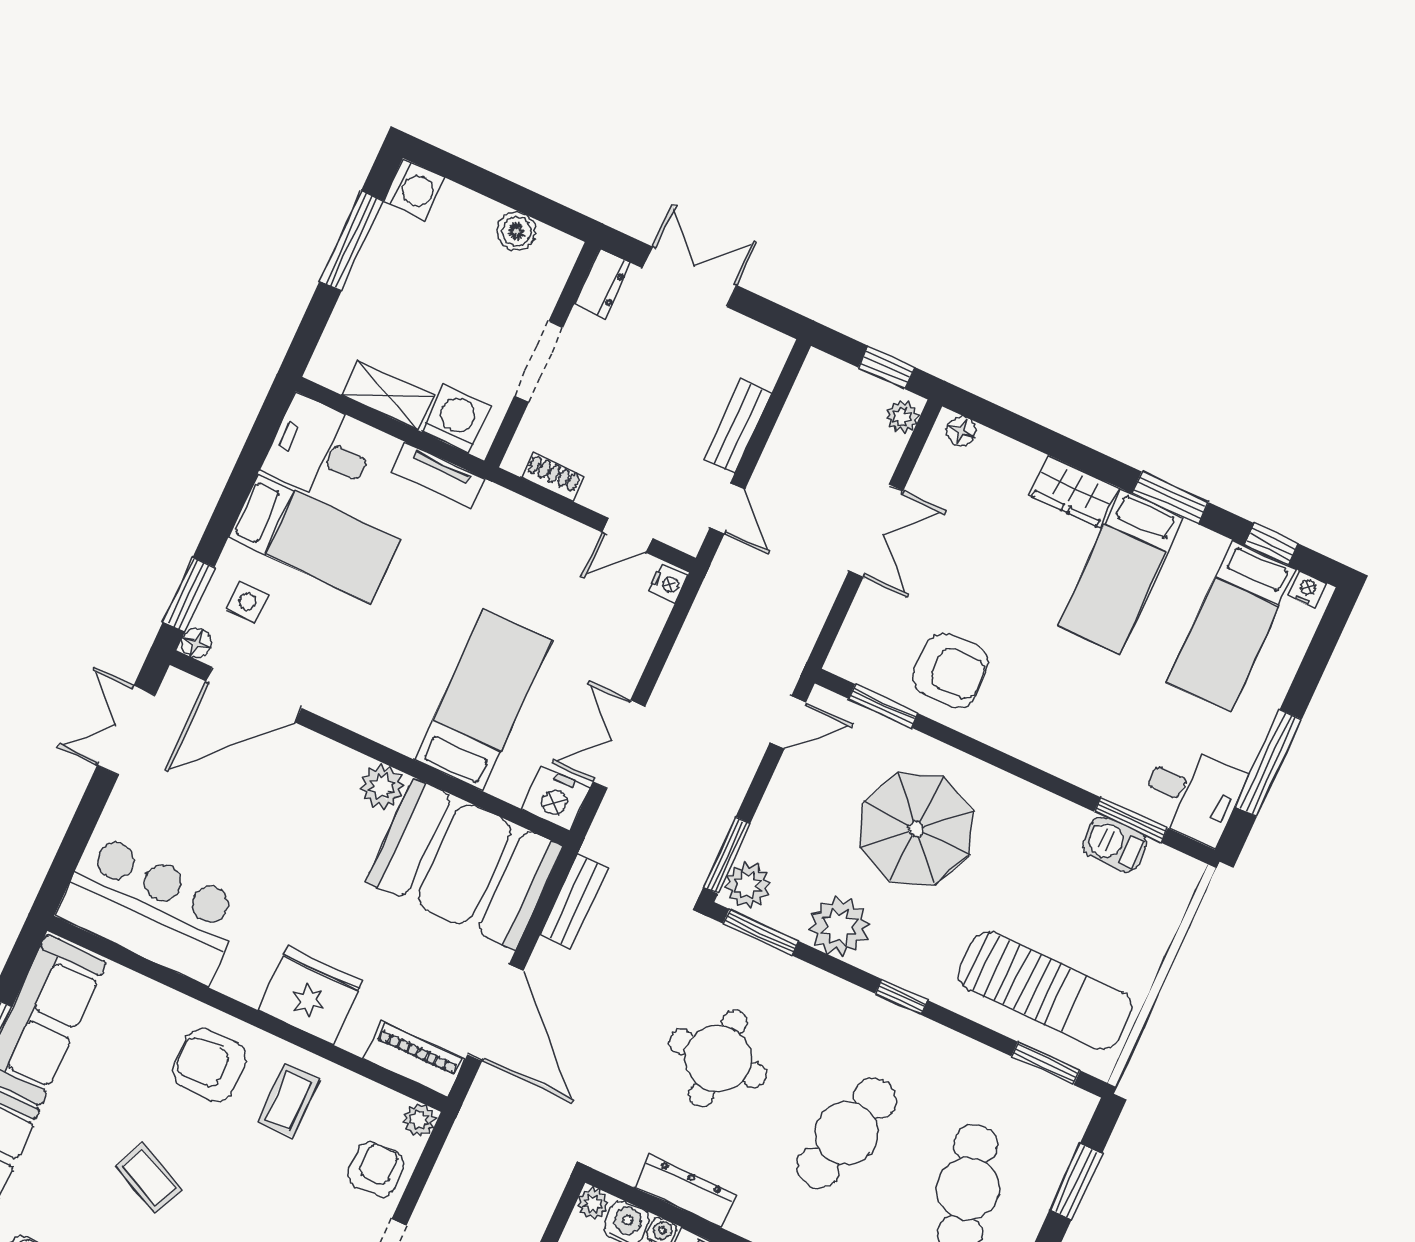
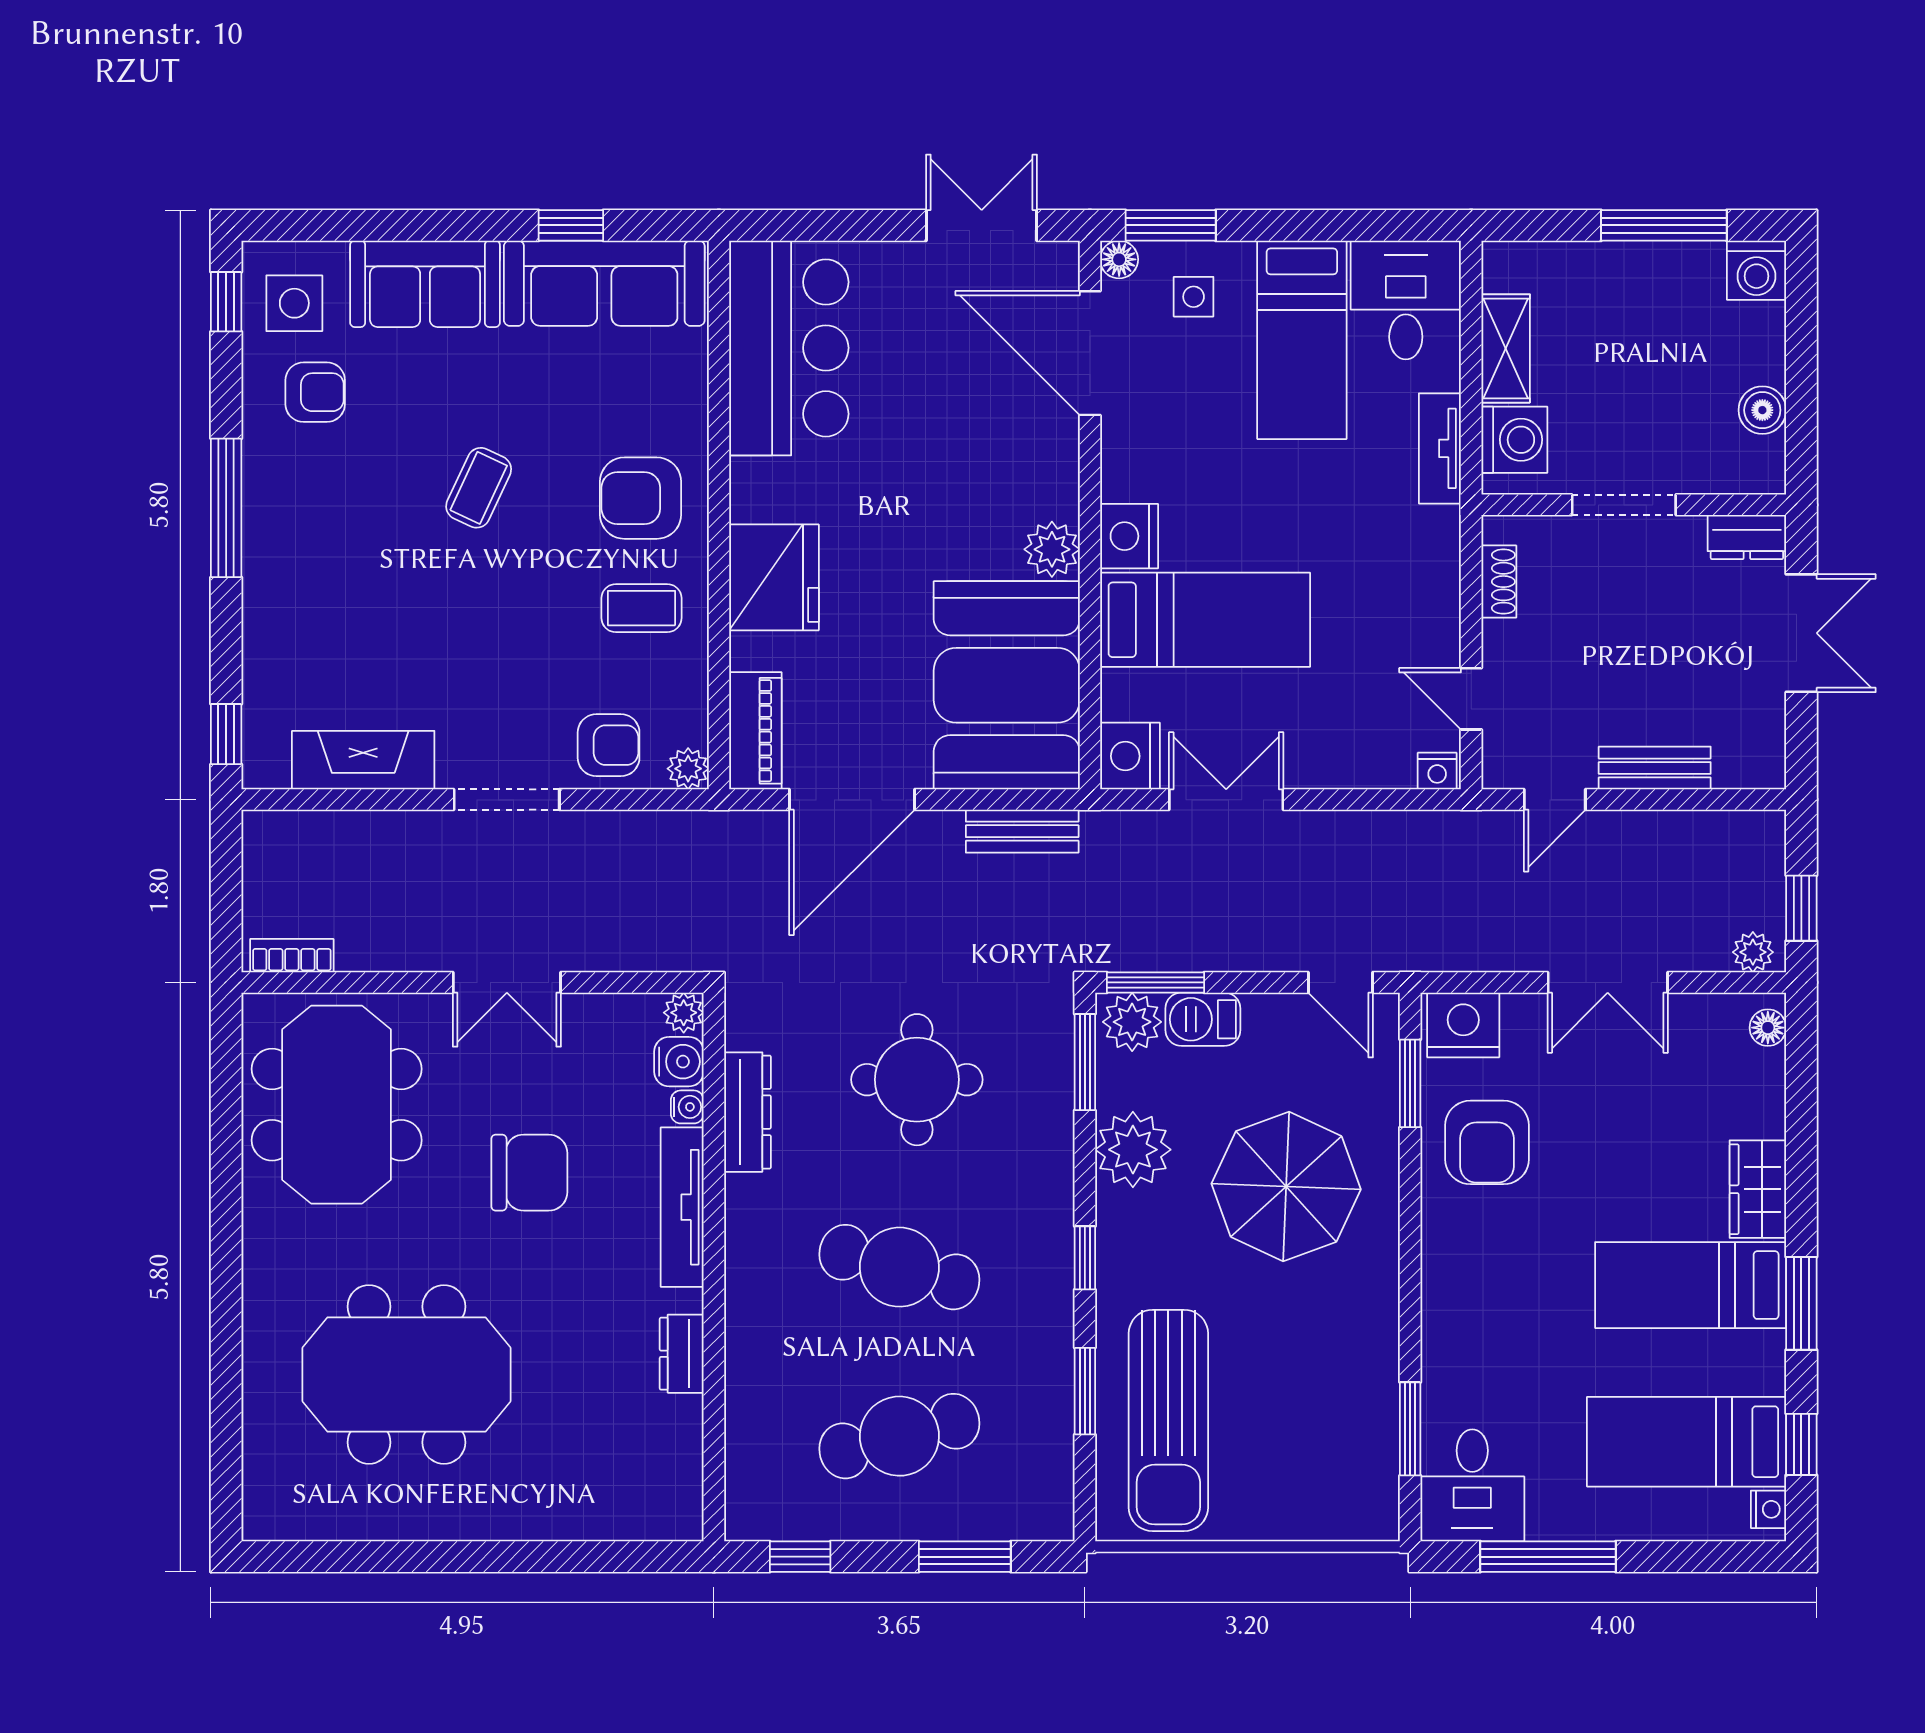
nightstand: (859, 649) -> (1463, 1025), added
nightstand: (398, 727) -> (1129, 536), added
barbecue: (1114, 844) -> (1203, 1019), moved, turned -90
window: (1046, 1063) -> (1085, 1391), moved
armchair: (209, 1065) -> (641, 498), turned -90

